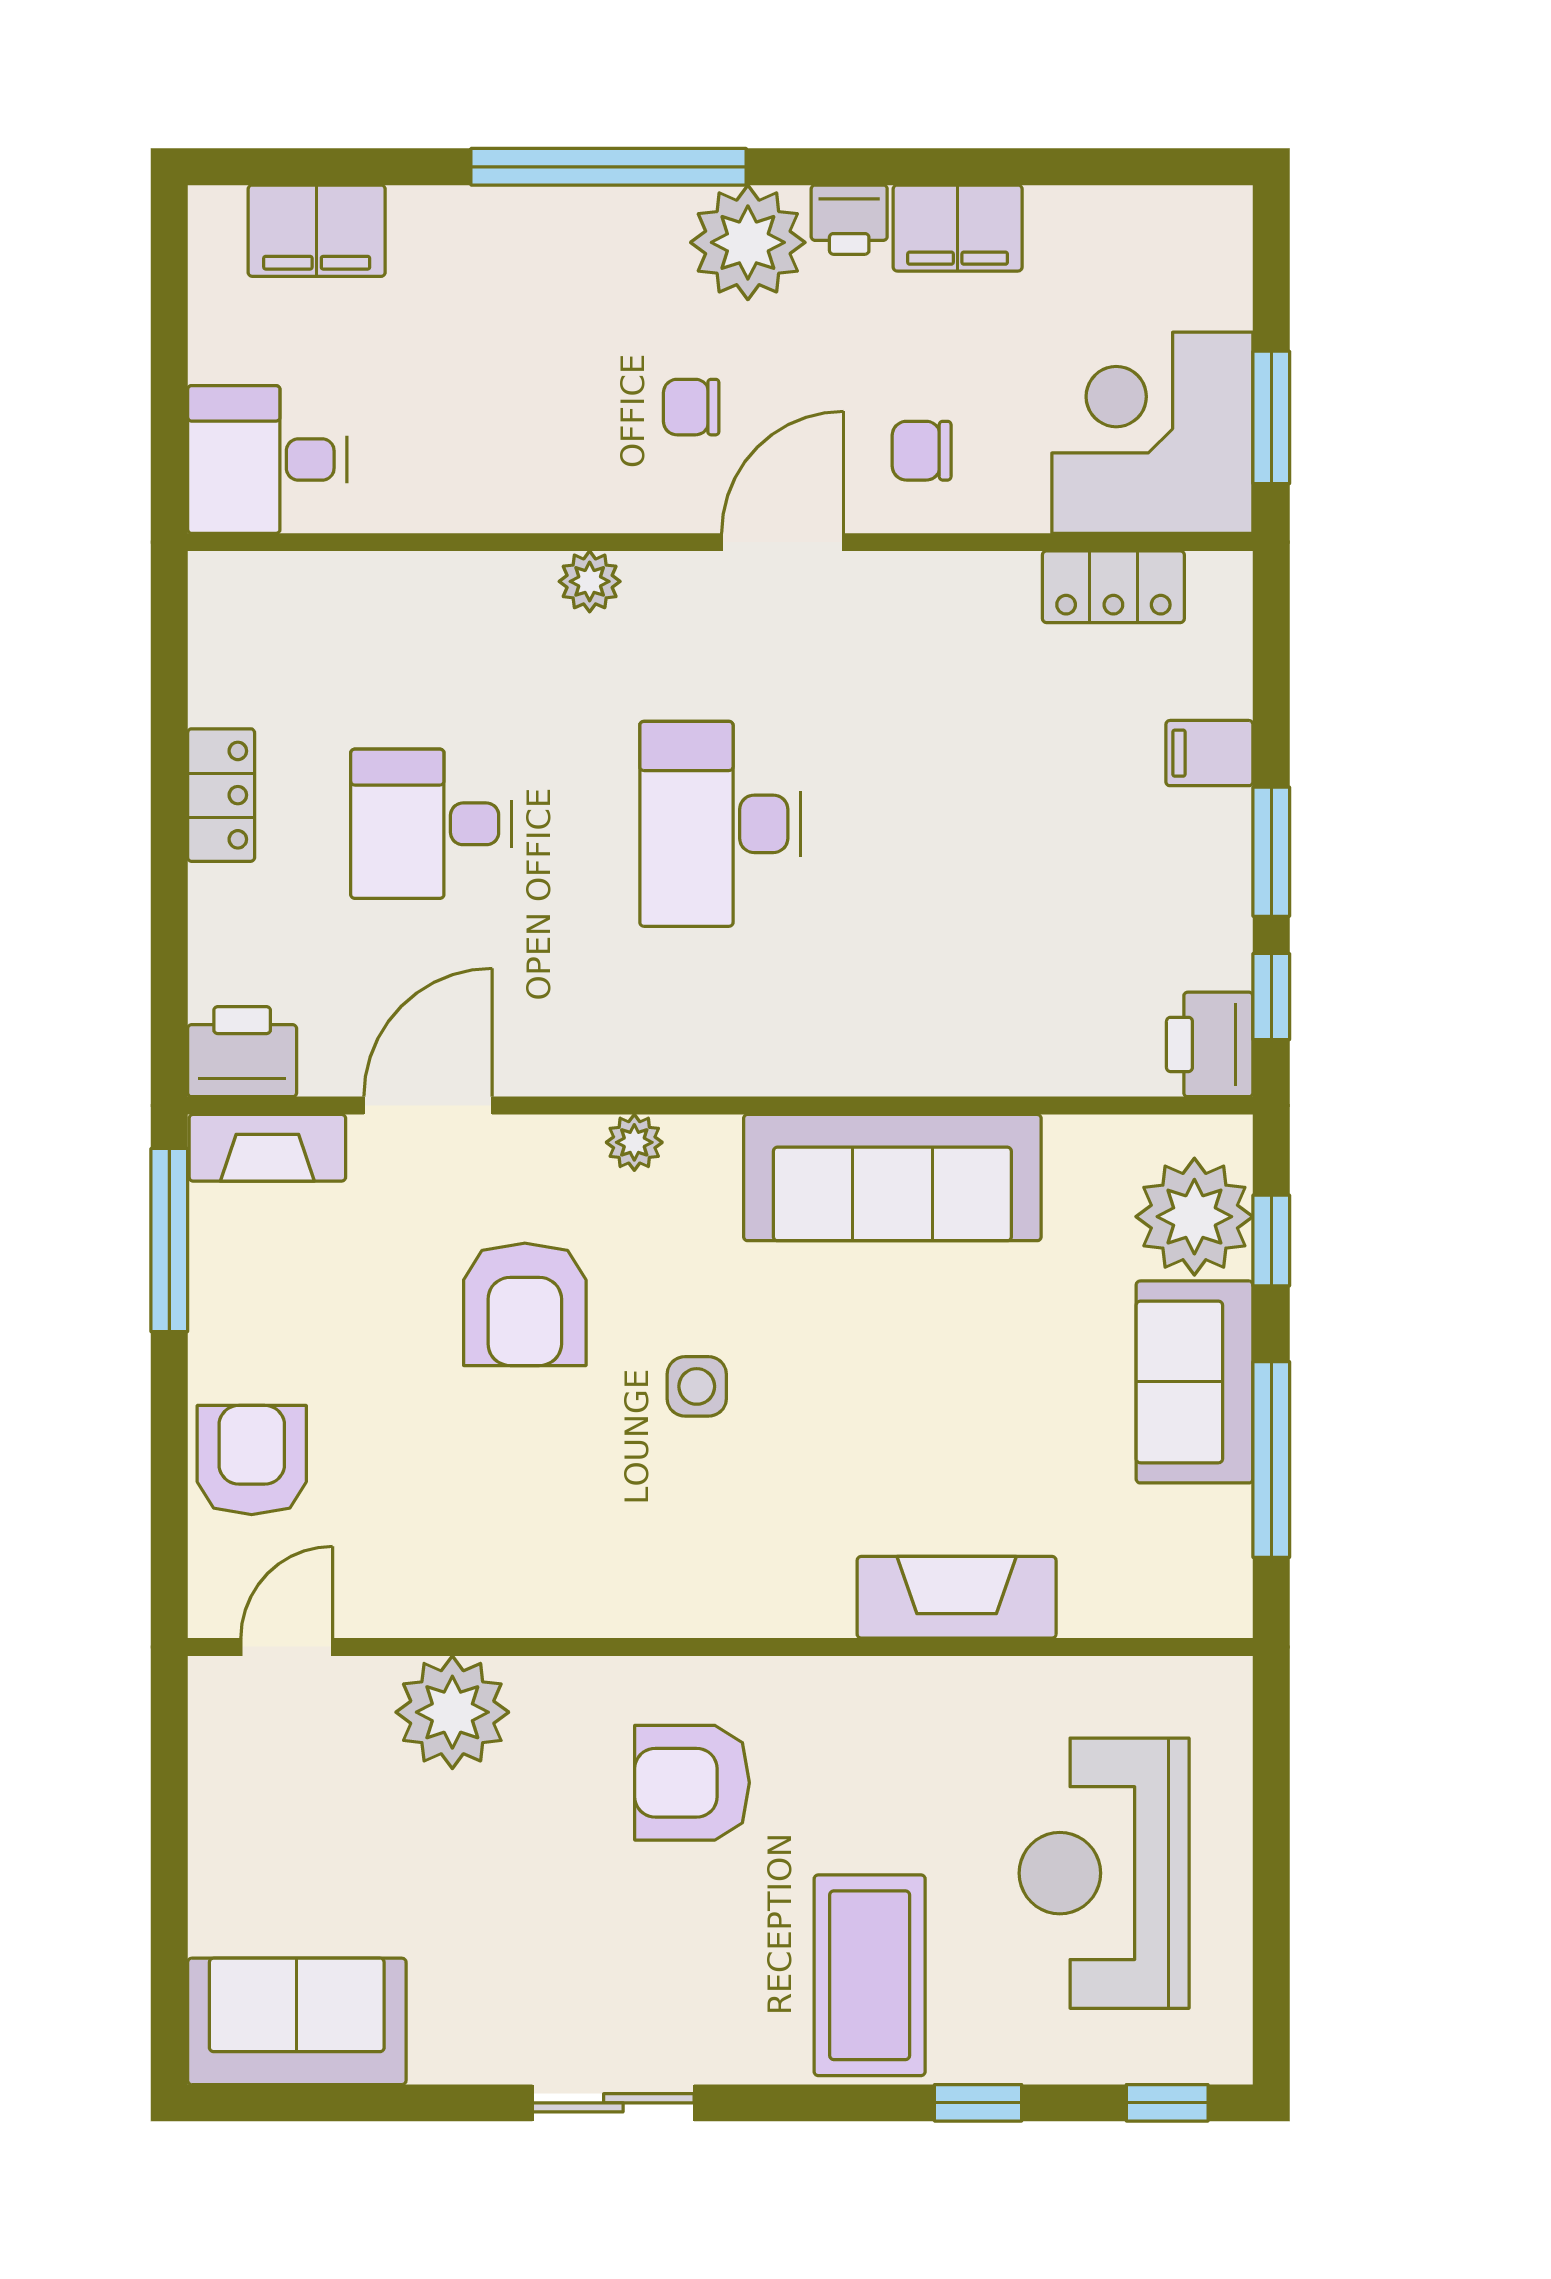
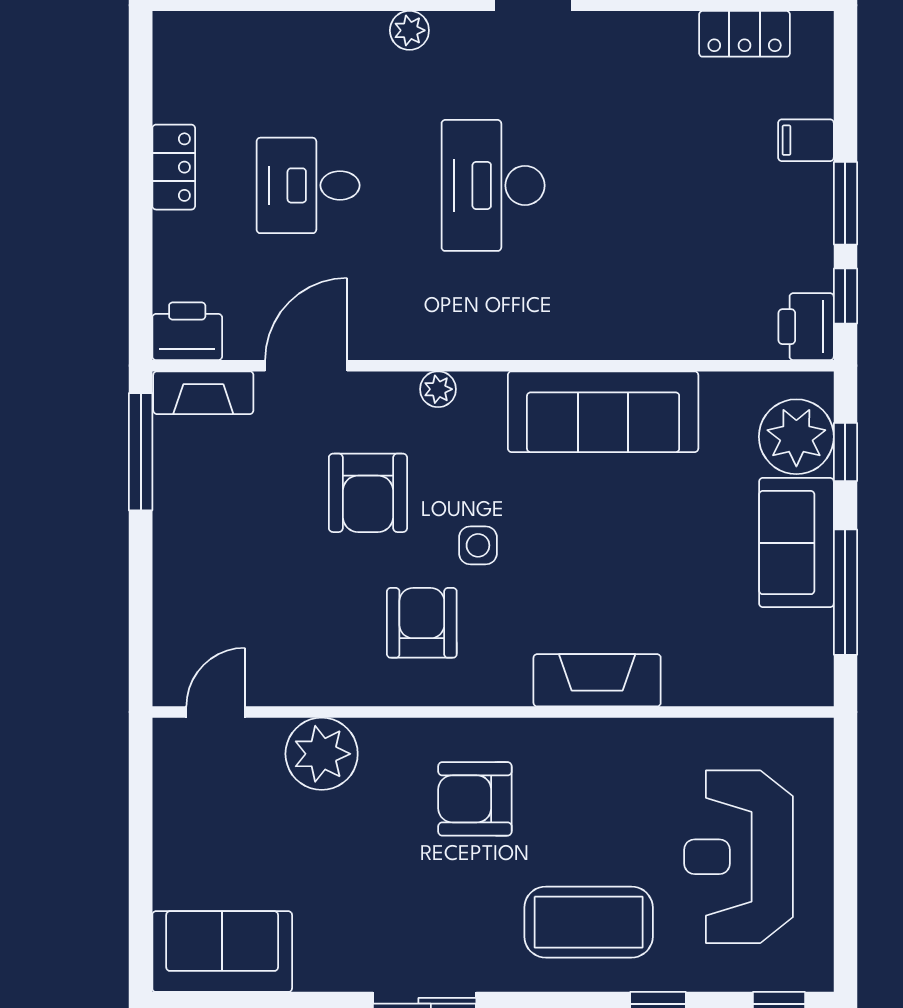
armchair: (252, 1460) -> (422, 623), moved
fireplace: (957, 1597) -> (597, 680), moved
coffee table: (870, 1975) -> (589, 922), turned 90

